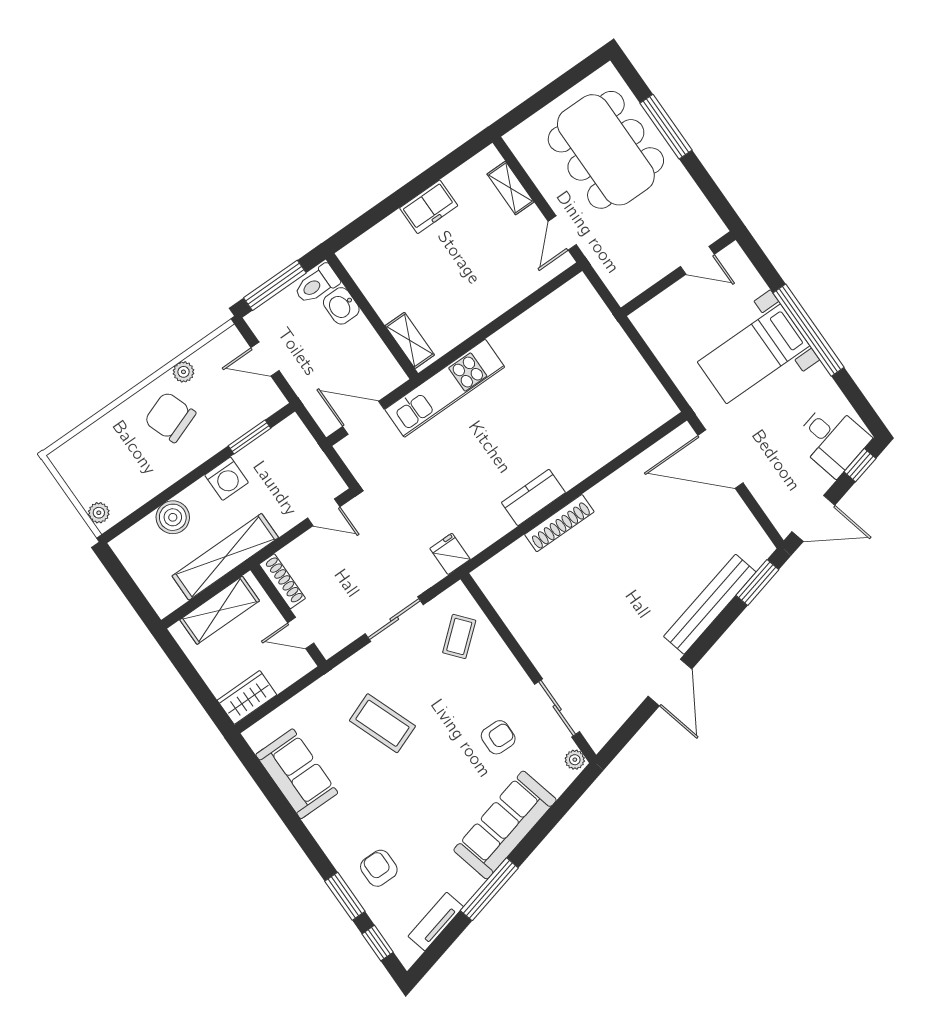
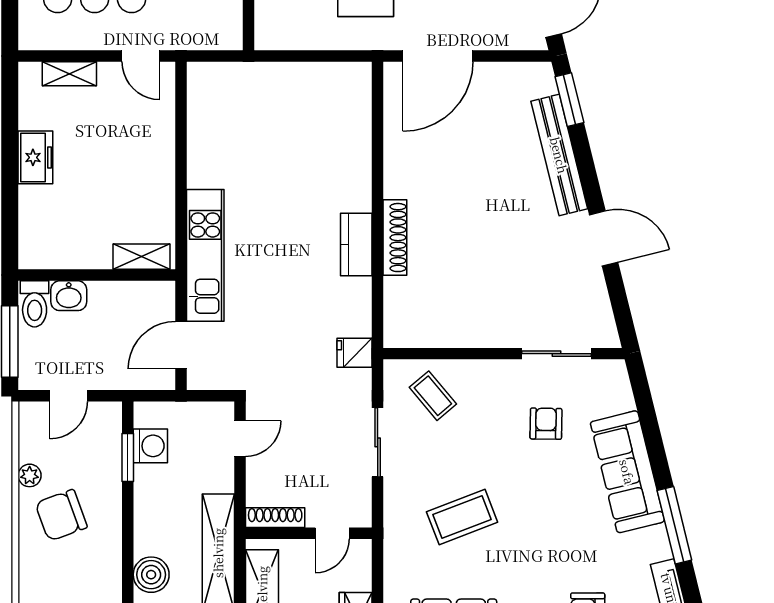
washing machine: (227, 479) -> (150, 446), moved
plant: (575, 760) -> (613, 370), removed

